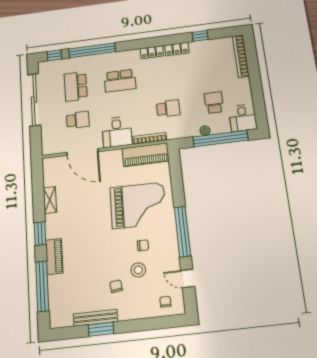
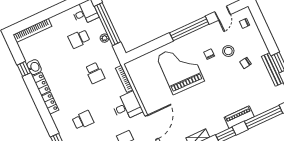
washbasin: (198, 47) -> (34, 67), added
school desk: (120, 81) -> (83, 120), width x0.54
school desk: (168, 108) -> (95, 73), turned 180
piano: (146, 155) -> (138, 77), removed

